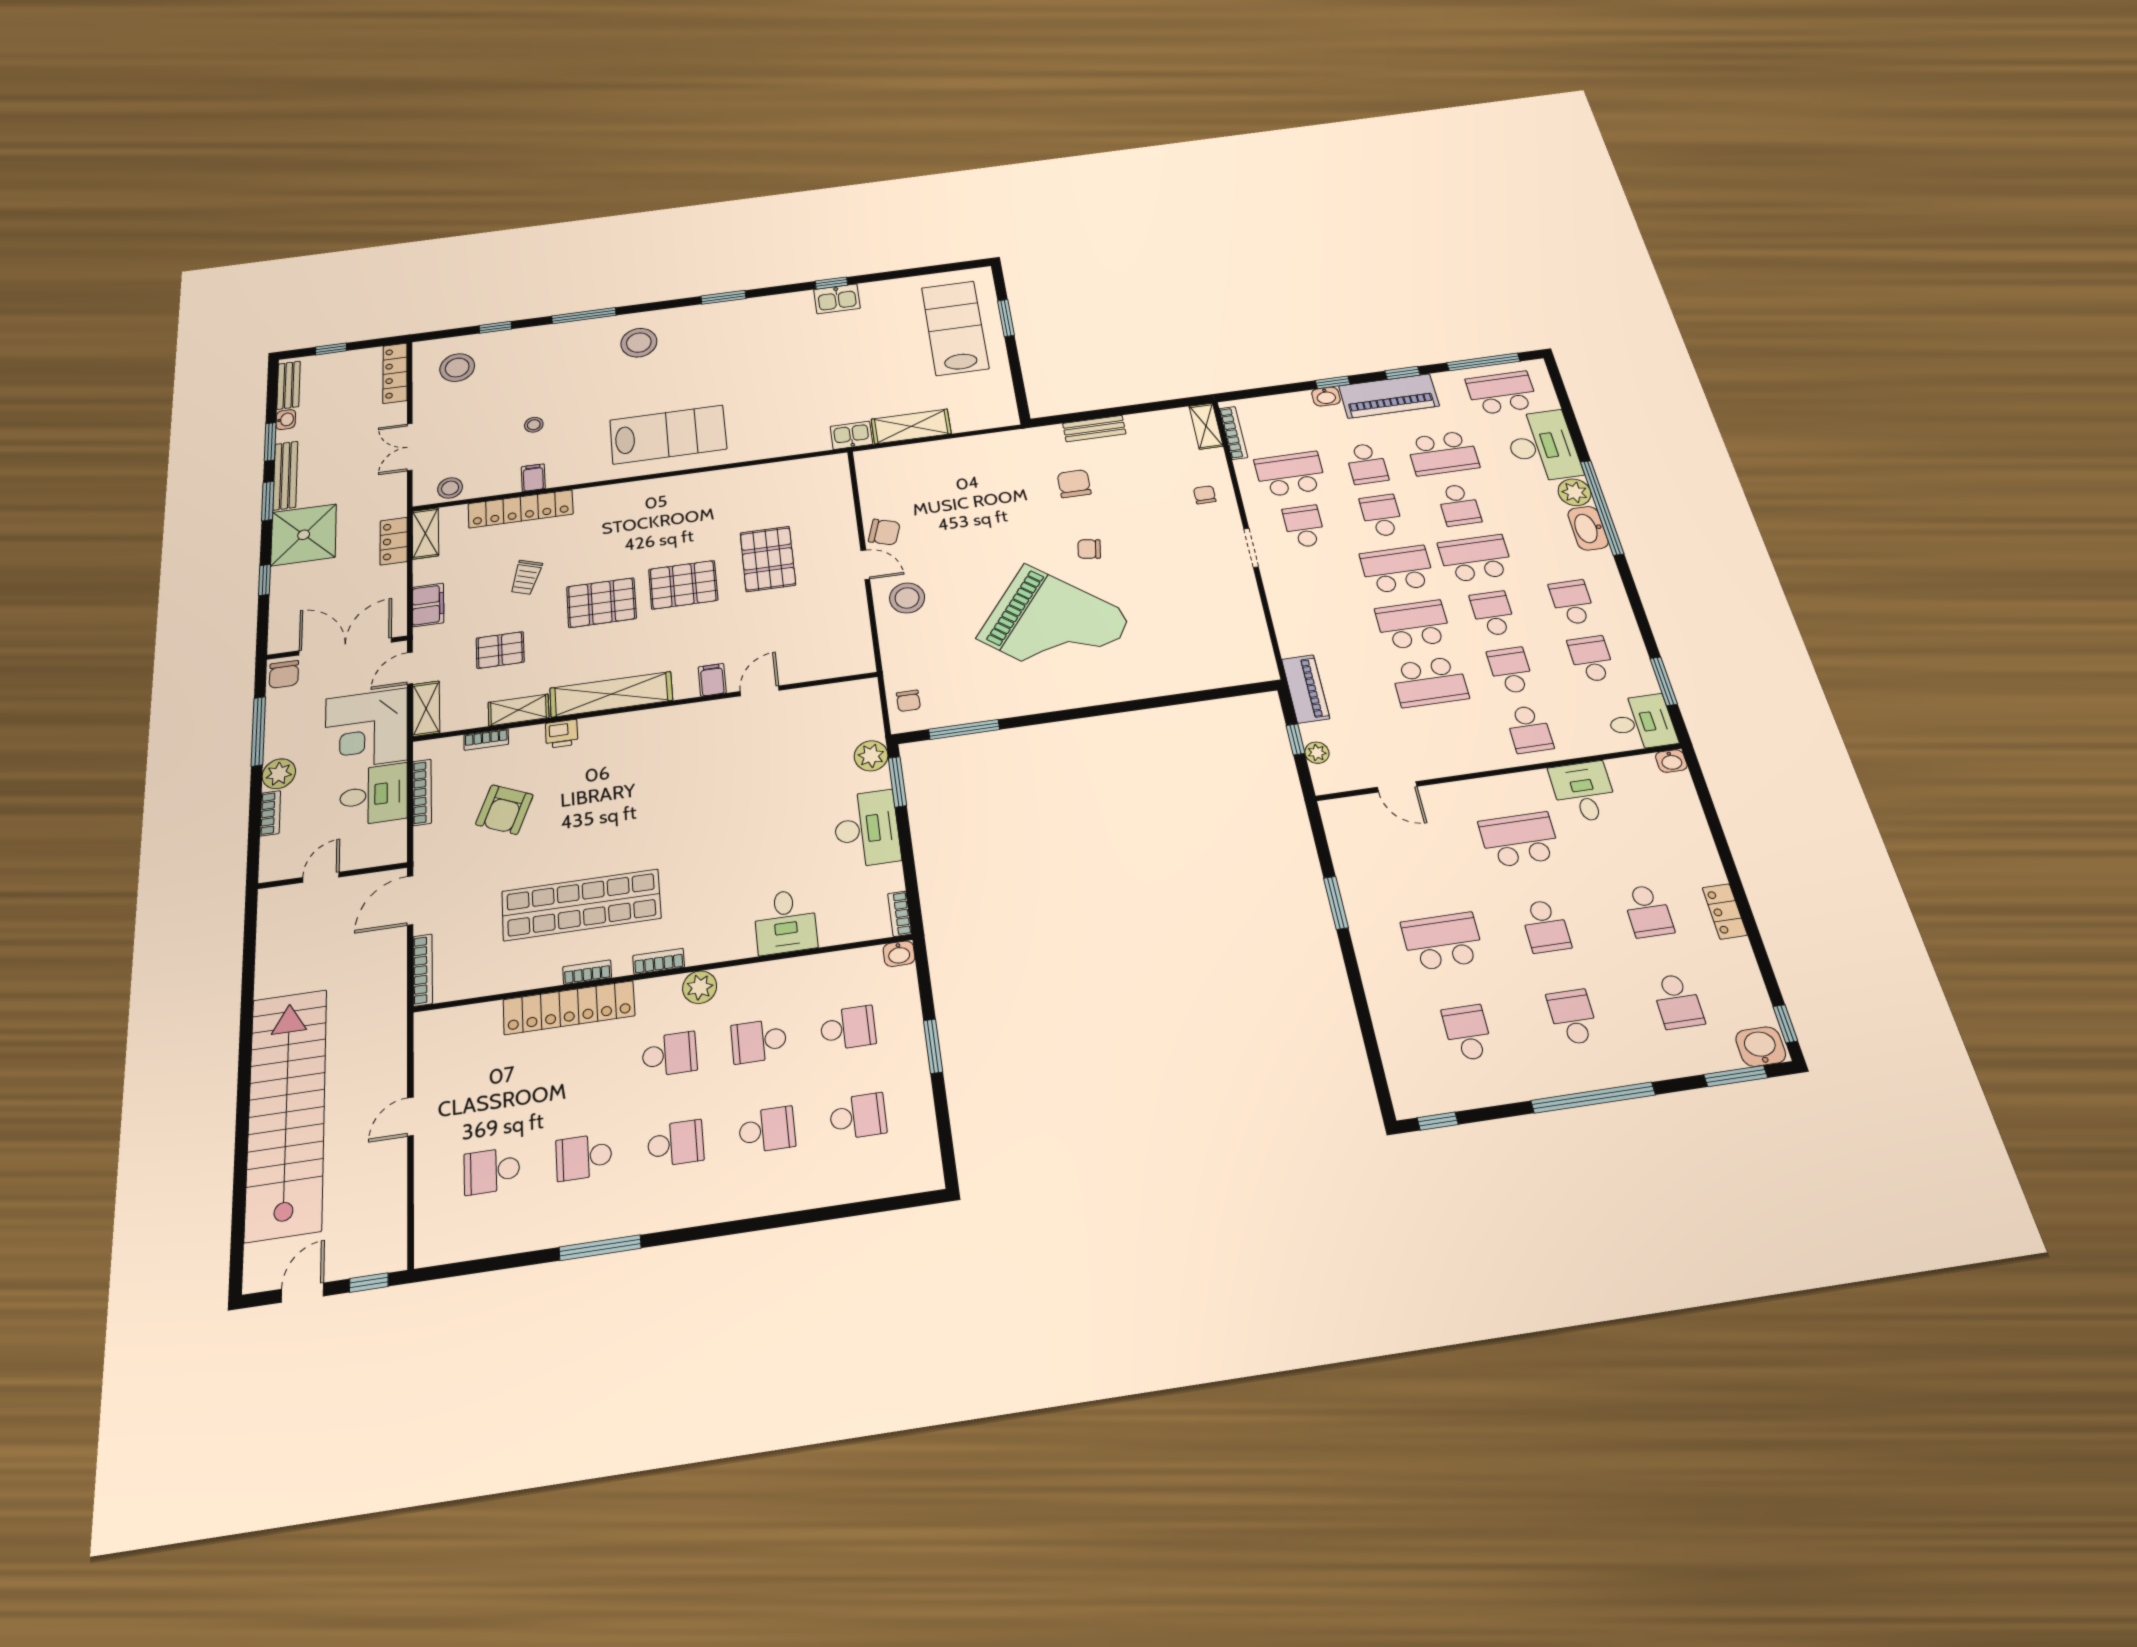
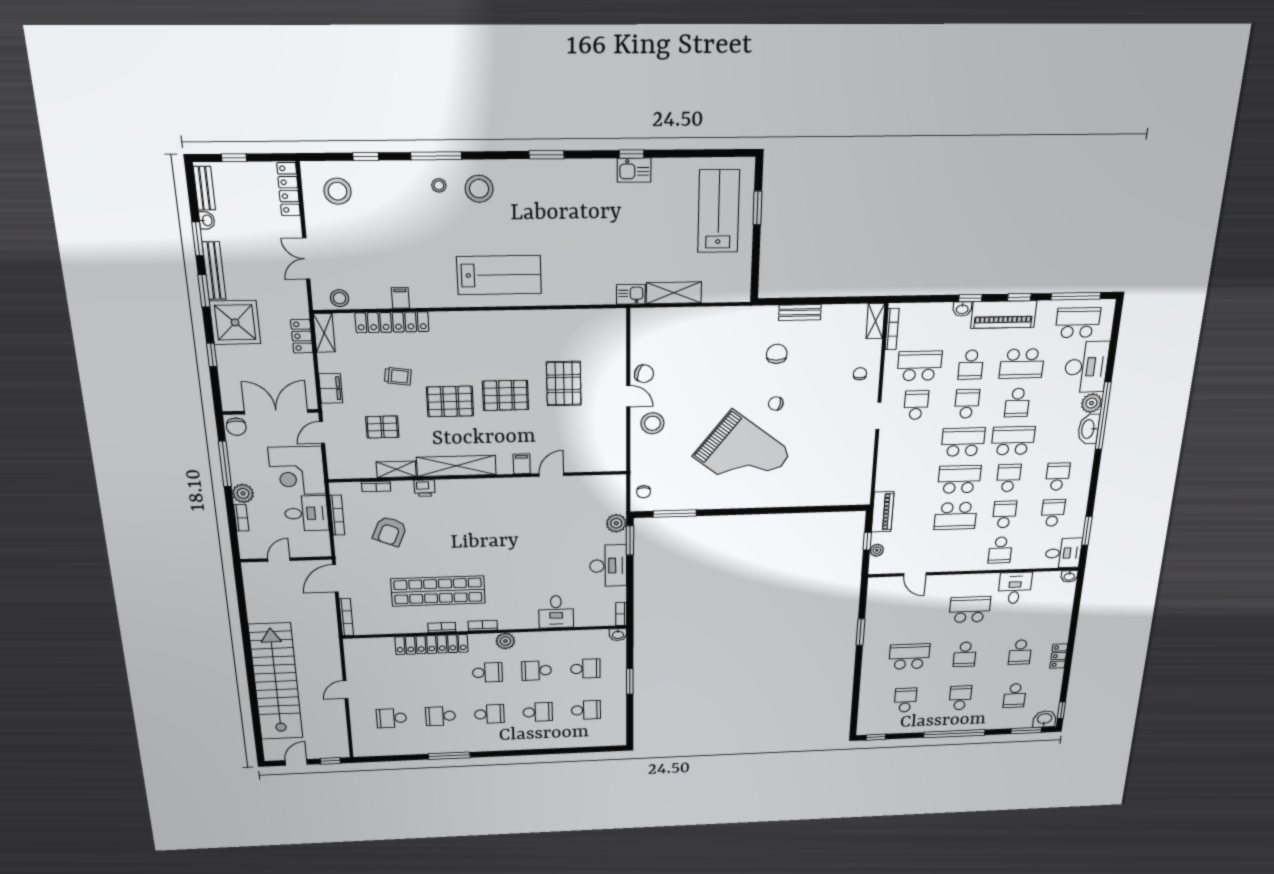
stool: (534, 425) -> (439, 185), moved
trolley: (526, 577) -> (398, 376), turned -100
shelving: (426, 709) -> (335, 461), removed

